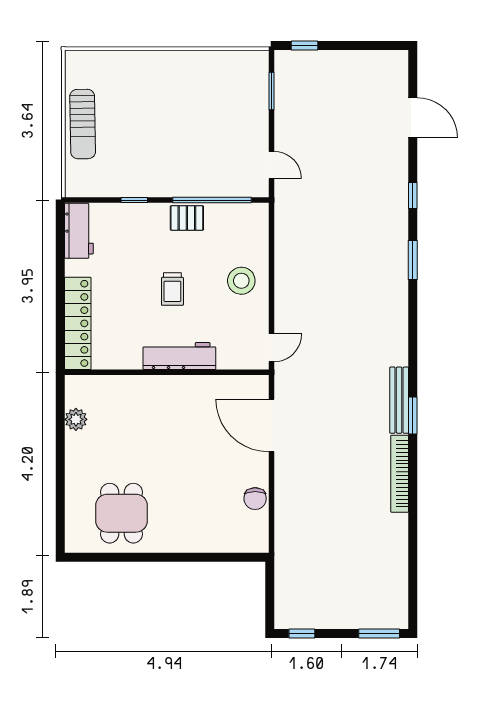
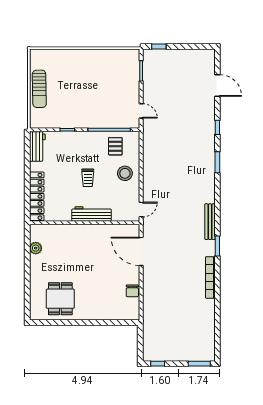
pallet: (187, 218) -> (115, 146), moved, turned 90
bench: (399, 400) -> (210, 222), moved

